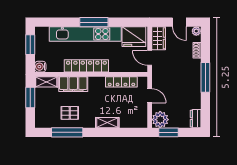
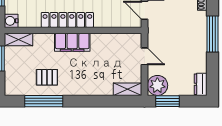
locker: (121, 82) -> (110, 39), removed
filing cabinet: (73, 84) -> (72, 42), moved
shelving: (107, 123) -> (128, 89), moved

